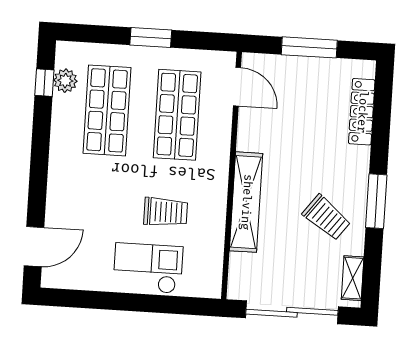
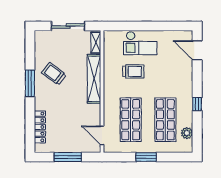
window: (44, 83) -> (197, 104), moved
trolley: (166, 212) -> (133, 71), turned 180
door: (34, 247) -> (197, 50), hinge flipped
shelving: (353, 278) -> (96, 43), moved
sliding door: (292, 312) -> (68, 26), width x0.73

